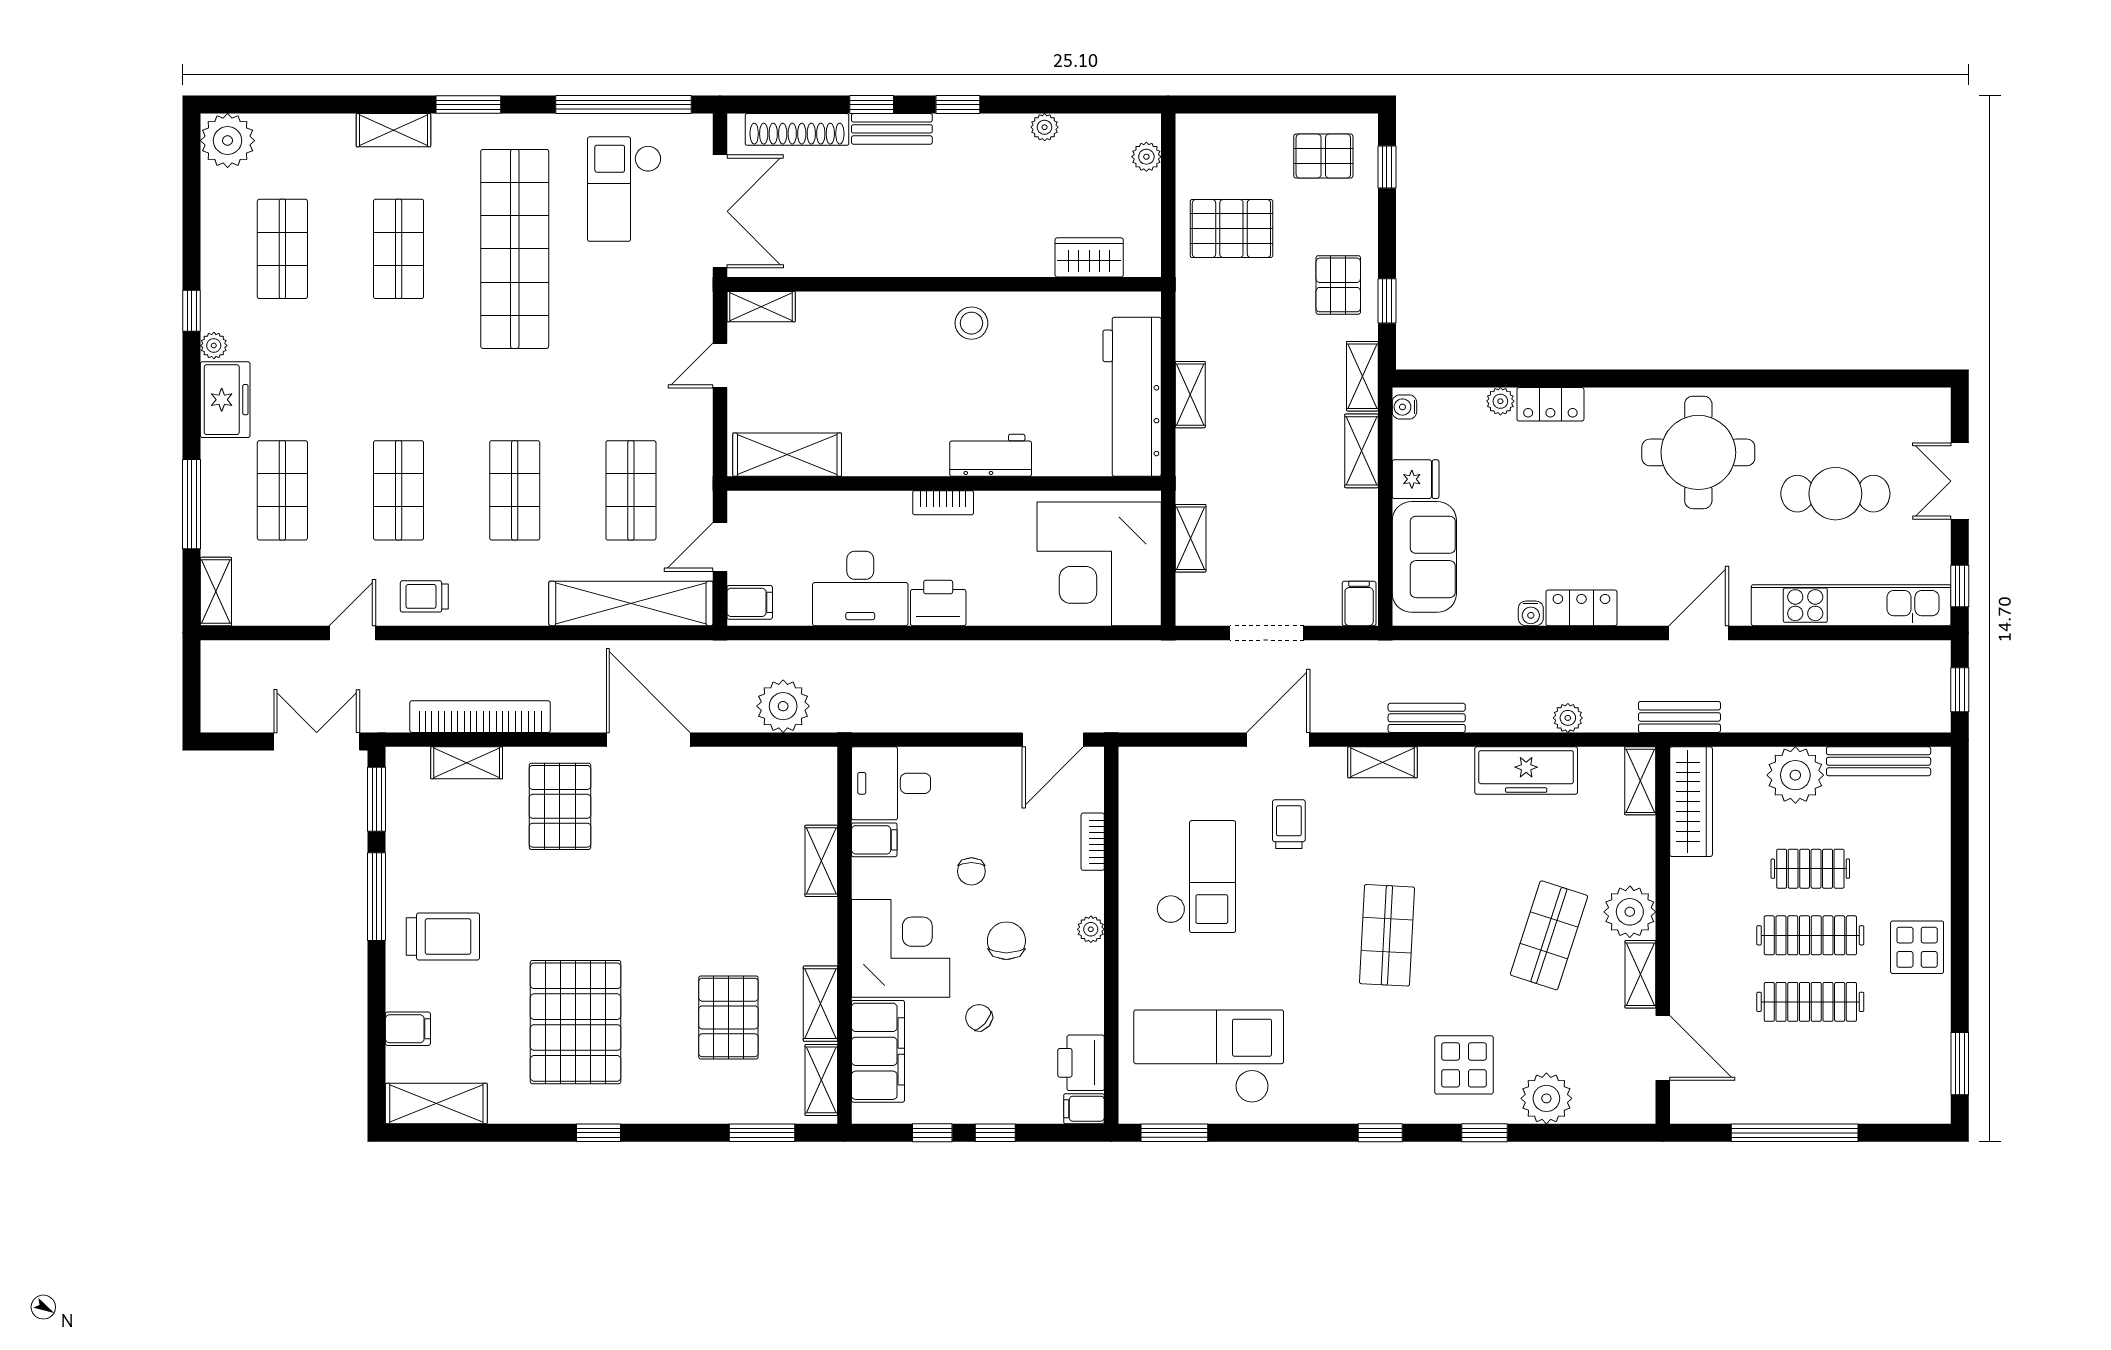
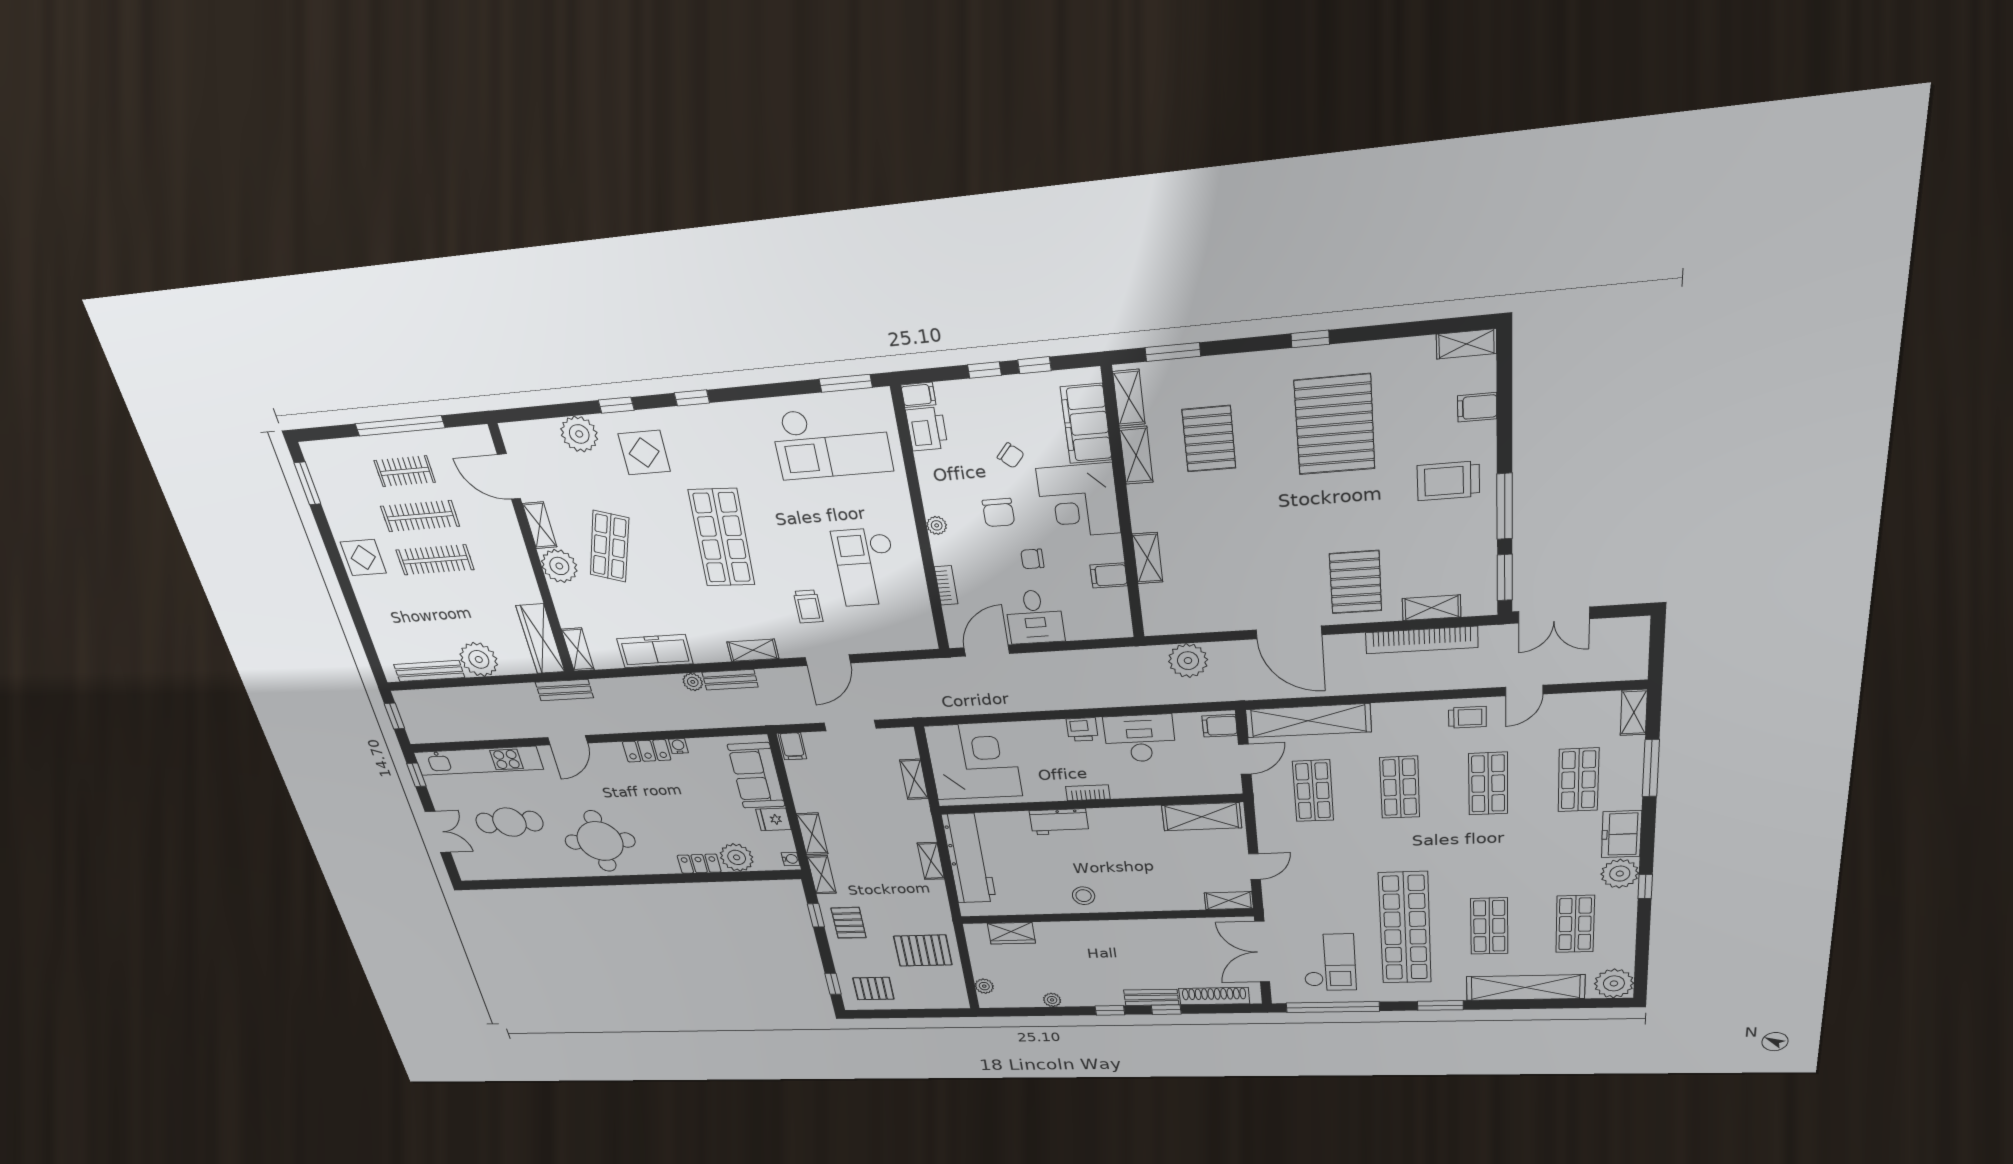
shelving: (393, 130) -> (1525, 988), width x2.20, depth x1.33
plant: (214, 346) -> (1620, 874), width x1.88, depth x1.88
plant: (1500, 401) -> (737, 857), width x1.88, depth x1.88
printer: (938, 603) -> (1082, 729), width x0.73, depth x0.81
plant: (1568, 718) -> (693, 682), moved
desk: (891, 783) -> (1035, 617), moved, turned 90
clothes rail: (1810, 869) -> (405, 471), moved
chair: (971, 871) -> (1032, 559), turned -90
shop shelf: (1387, 935) -> (722, 538), width x1.43, depth x1.36
shelving: (436, 1104) -> (1466, 344), width x0.67, depth x0.75

